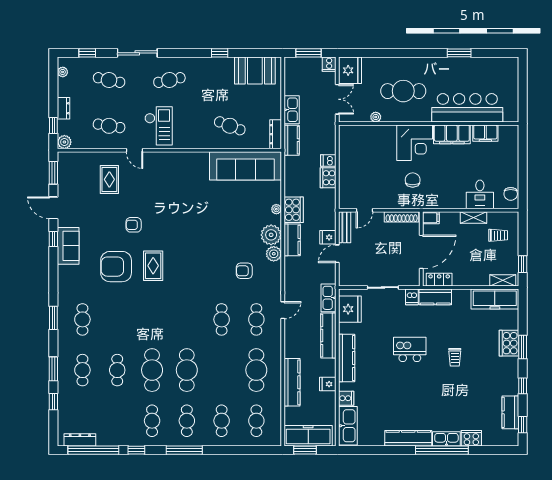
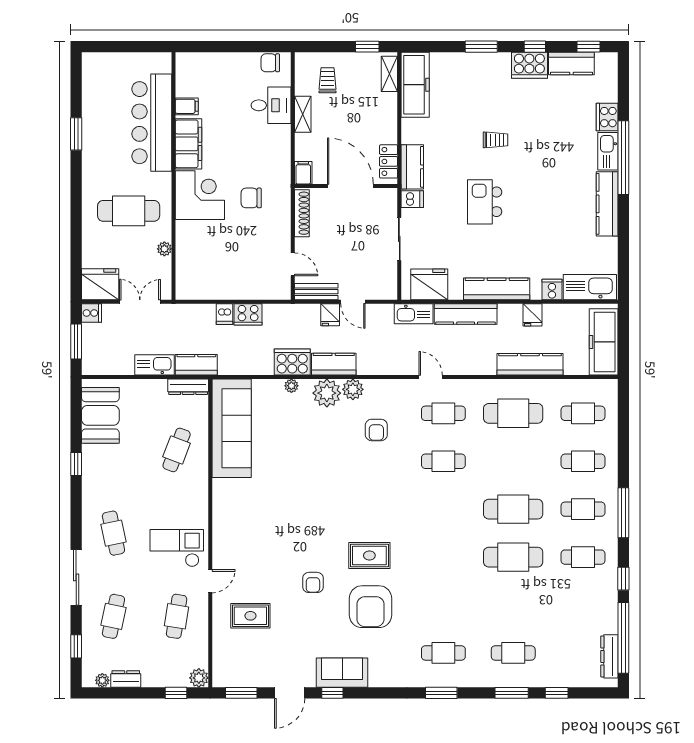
cafe table: (403, 91) -> (129, 211), turned 90
dresser: (64, 108) -> (126, 679), moved
filing cabinet: (485, 133) -> (187, 106), width x0.50
chair: (511, 194) -> (270, 63), turned 180
cooker: (509, 343) -> (529, 65), moved
cafe table: (117, 370) -> (513, 605), removed
window: (305, 450) -> (623, 346), removed

